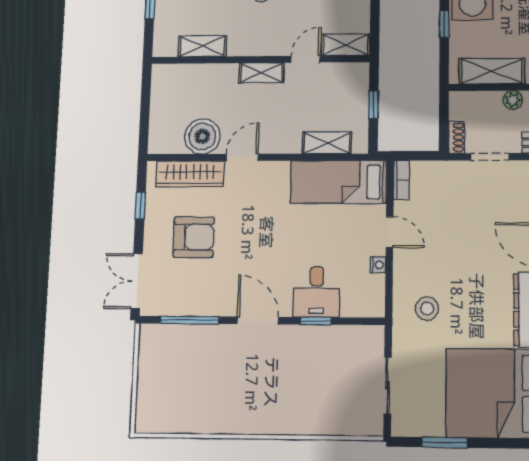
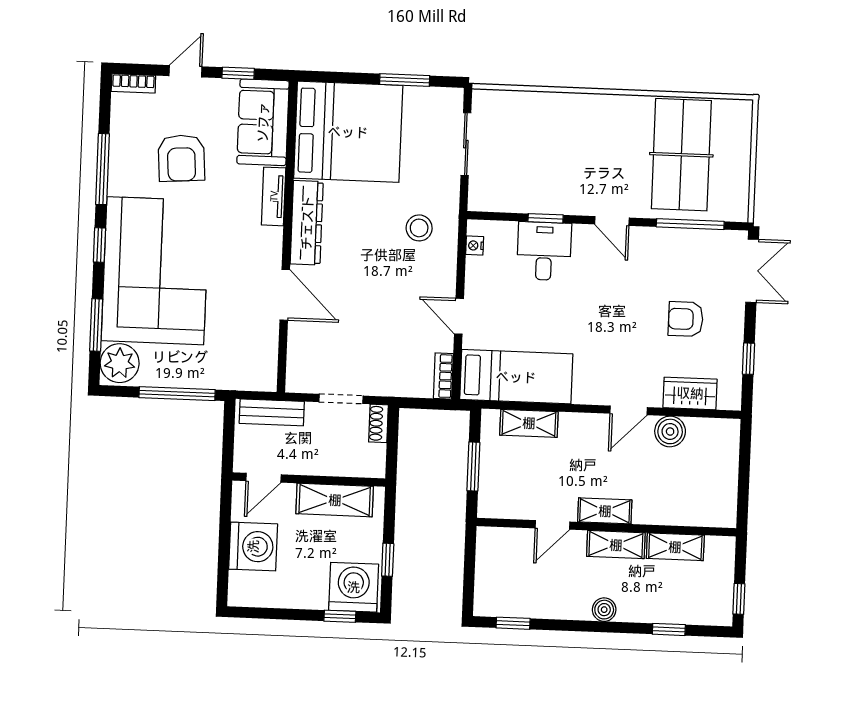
shelving: (345, 45) -> (616, 545), moved
plant: (513, 100) -> (312, 464), removed
window: (374, 105) -> (473, 466), width x1.50
boiler: (202, 136) -> (670, 431), width x0.73, depth x0.73
wardrobe: (190, 174) -> (690, 393), width x0.67
armchair: (194, 237) -> (686, 319), width x0.72, depth x0.72
nightstand: (378, 265) -> (475, 246), moved
door: (258, 320) -> (612, 221), width x0.73
table tennis table: (197, 382) -> (681, 155), added

